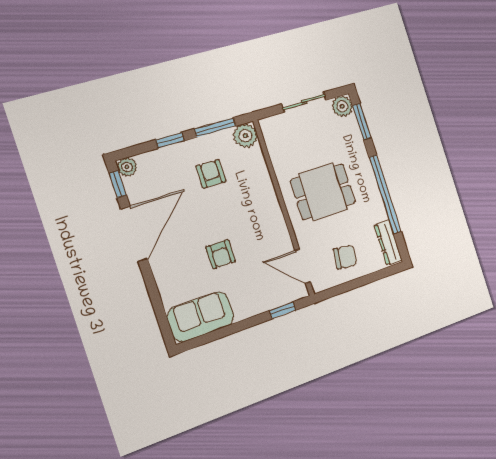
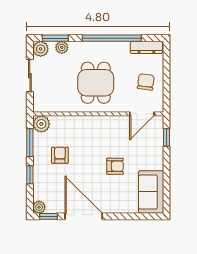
plant: (353, 133) -> (62, 47), added
armchair: (211, 174) -> (60, 155), turned 90

